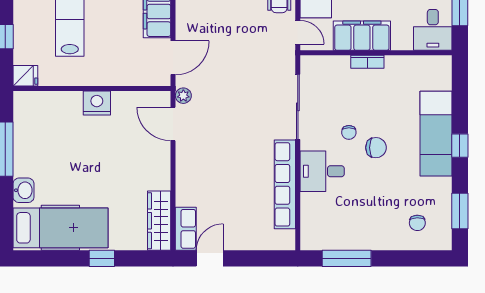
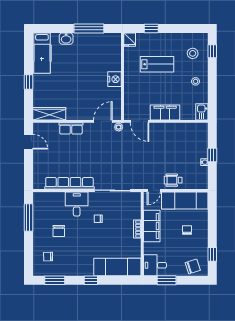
exam couch: (436, 134) -> (117, 267), moved
chair: (376, 148) -> (59, 231), moved
hospital bed: (60, 228) -> (42, 53), width x0.73, depth x0.78
row of seats: (186, 229) -> (71, 128), moved

